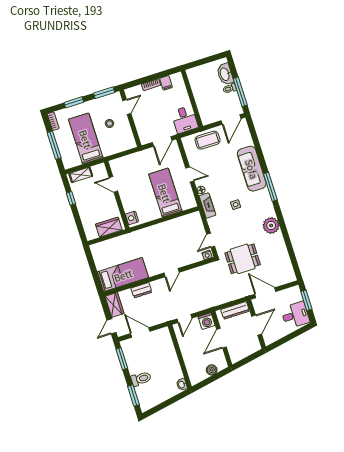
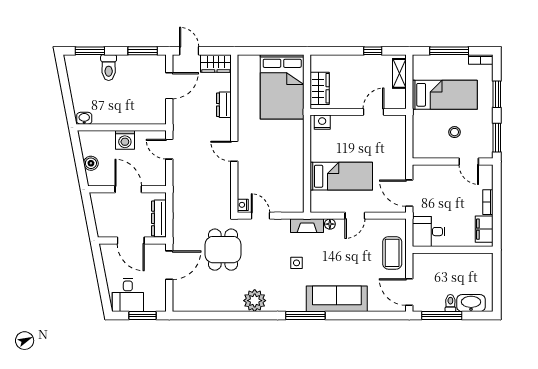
filing cabinet: (166, 83) -> (484, 229), width x2.00
bed: (123, 275) -> (282, 87), moved, width x1.50
washing machine: (207, 321) -> (125, 140), moved, turned -90

